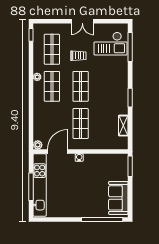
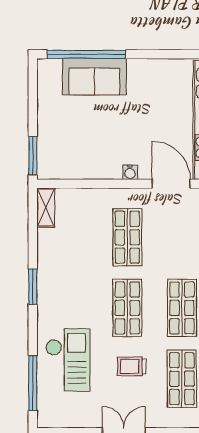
checkout: (111, 44) -> (68, 360), moved, turned 90
shelving: (123, 126) -> (46, 208), moved
door: (58, 152) -> (171, 184), swing flipped
sofa: (118, 198) -> (94, 77), moved, turned 90

